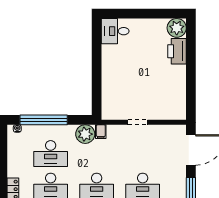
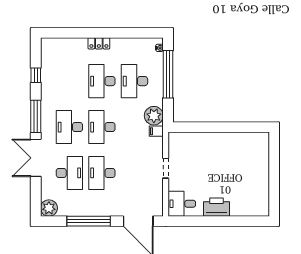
plant: (177, 28) -> (260, 207), removed
desk: (115, 31) -> (182, 204), moved, turned -90
printer: (177, 51) -> (217, 207), moved

